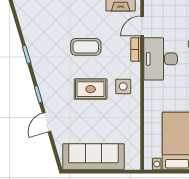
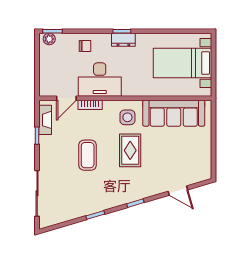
door: (142, 26) -> (66, 98), hinge flipped
door: (47, 122) -> (178, 191), moved
sofa: (94, 157) -> (174, 113), moved, turned -90

